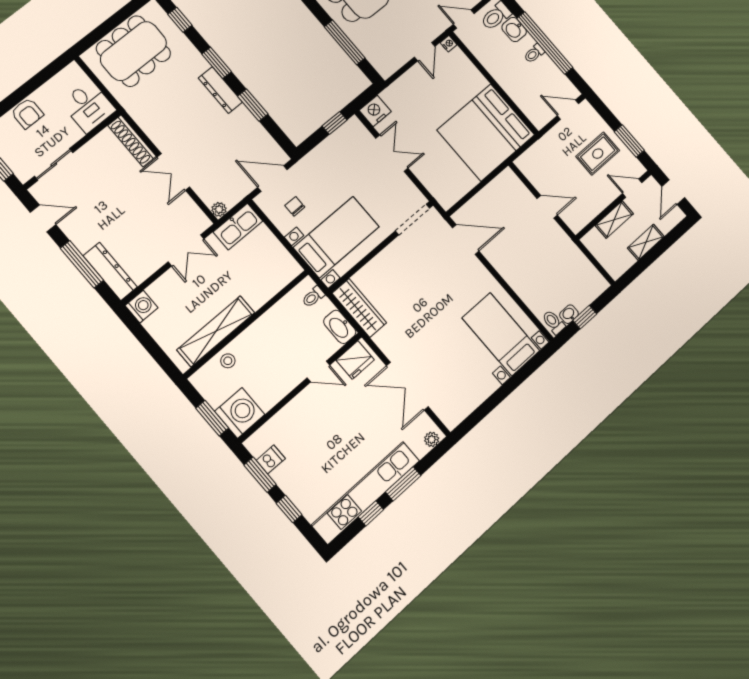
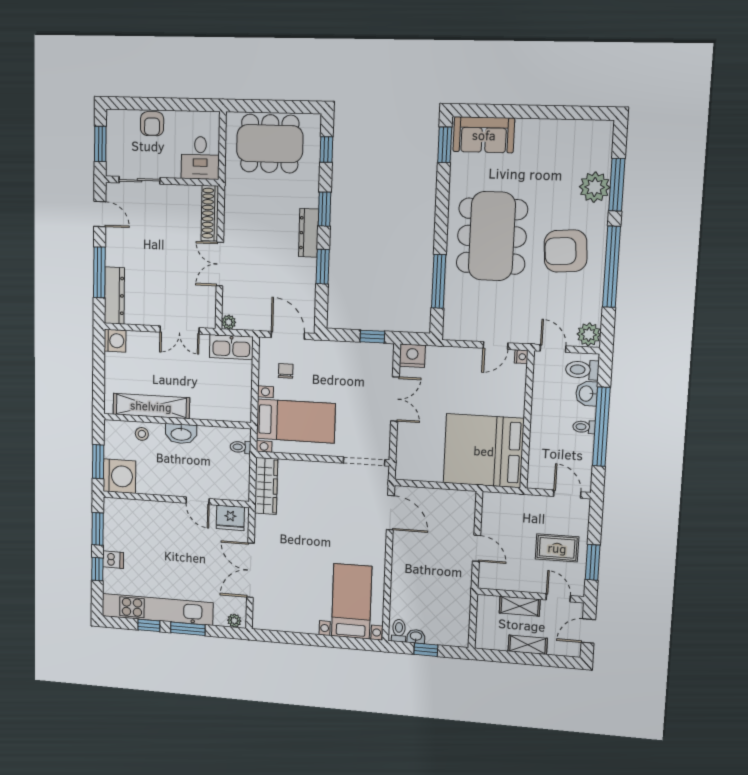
washbasin: (340, 327) -> (181, 434), moved, turned -90
dishwasher: (271, 459) -> (113, 560), moved

